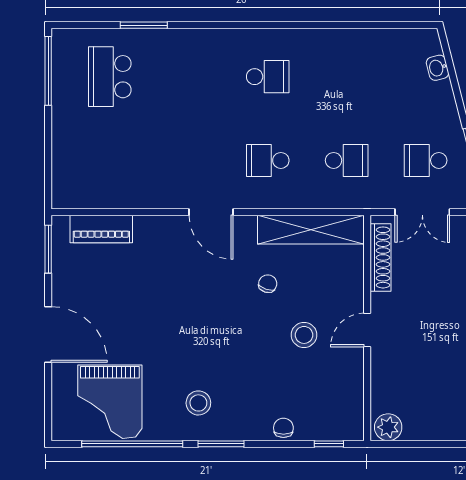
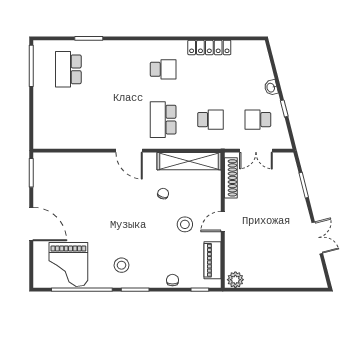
locker: (345, 40) -> (209, 47), added
washbasin: (438, 68) -> (271, 88), moved
school desk: (268, 160) -> (163, 120), width x1.85
piano: (101, 229) -> (213, 260), moved, turned 90

